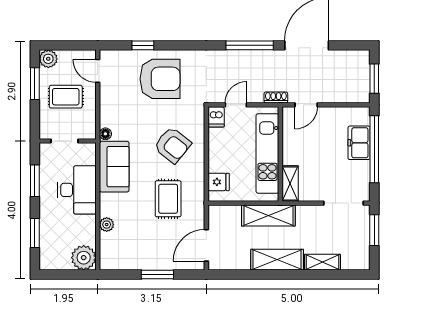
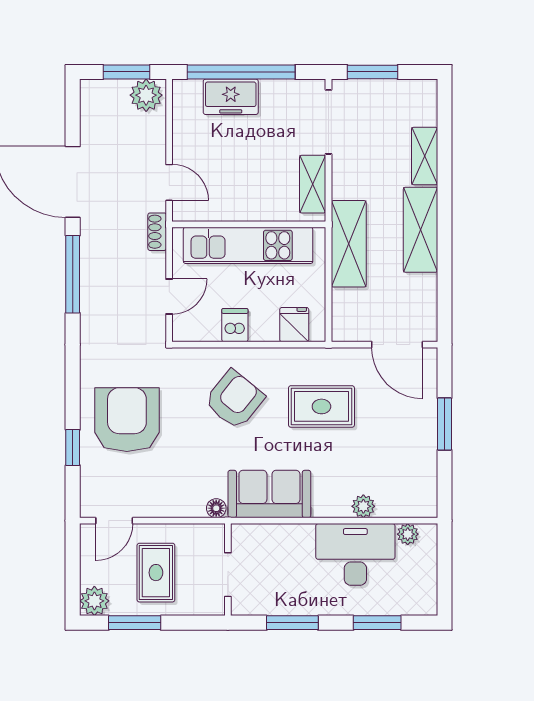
plant: (360, 91) -> (146, 95), added
door: (236, 105) -> (169, 297), swing flipped
dishwasher: (216, 117) -> (235, 325), moved, turned -90
shelving: (290, 183) -> (313, 184), moved, turned 90
desk: (77, 190) -> (355, 554), moved
plant: (84, 258) -> (408, 534), width x0.53, depth x0.53

